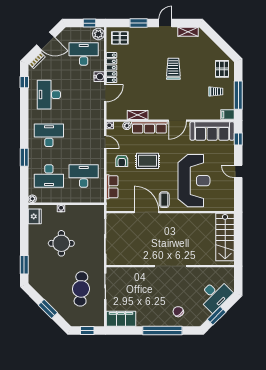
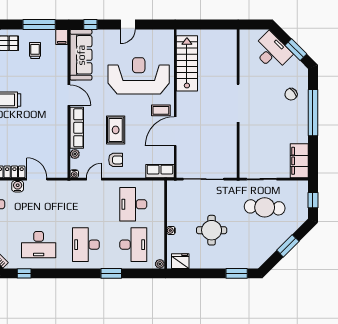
shelving: (138, 115) -> (62, 141), removed
row of seats: (112, 187) -> (160, 171), moved
stairs: (225, 237) -> (187, 63), moved, turned -90

